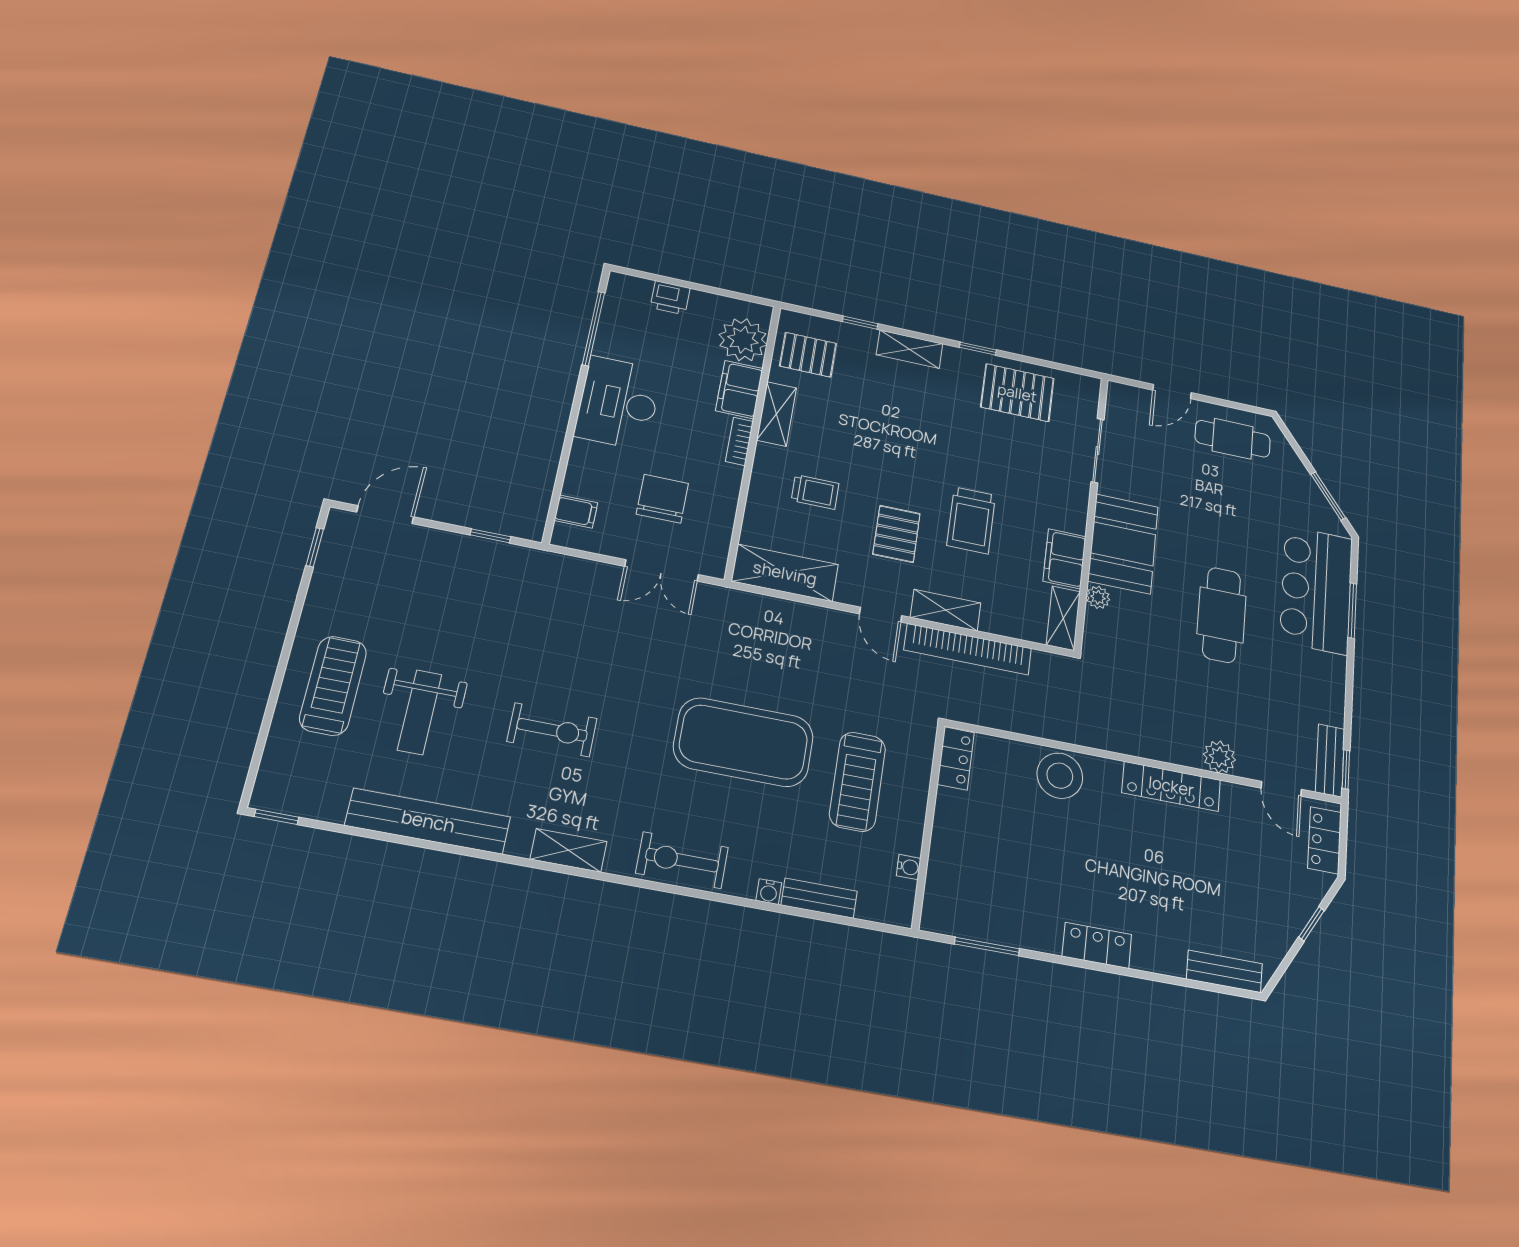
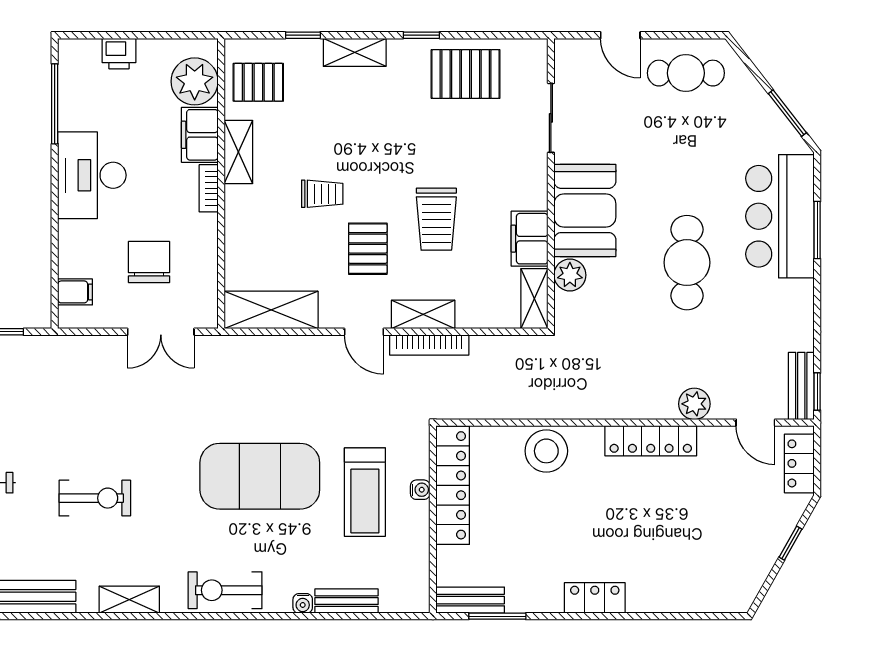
door: (1172, 391) -> (620, 35), hinge flipped
trolley: (815, 492) -> (322, 194), moved
plant: (1098, 597) -> (570, 275), width x1.38, depth x1.38
bookcase: (968, 649) -> (429, 345), width x0.68, depth x0.76
locker: (956, 758) -> (453, 485), width x2.16, depth x1.21
water cooler: (909, 867) -> (420, 490), moved
bench: (1224, 971) -> (470, 600), moved

